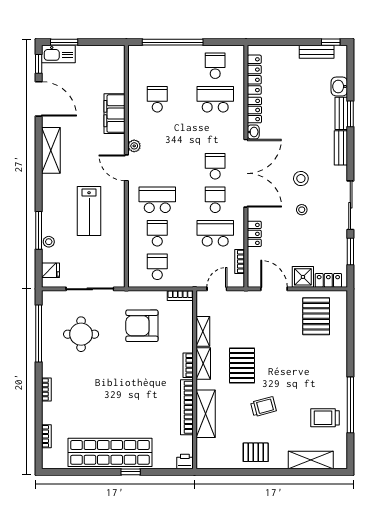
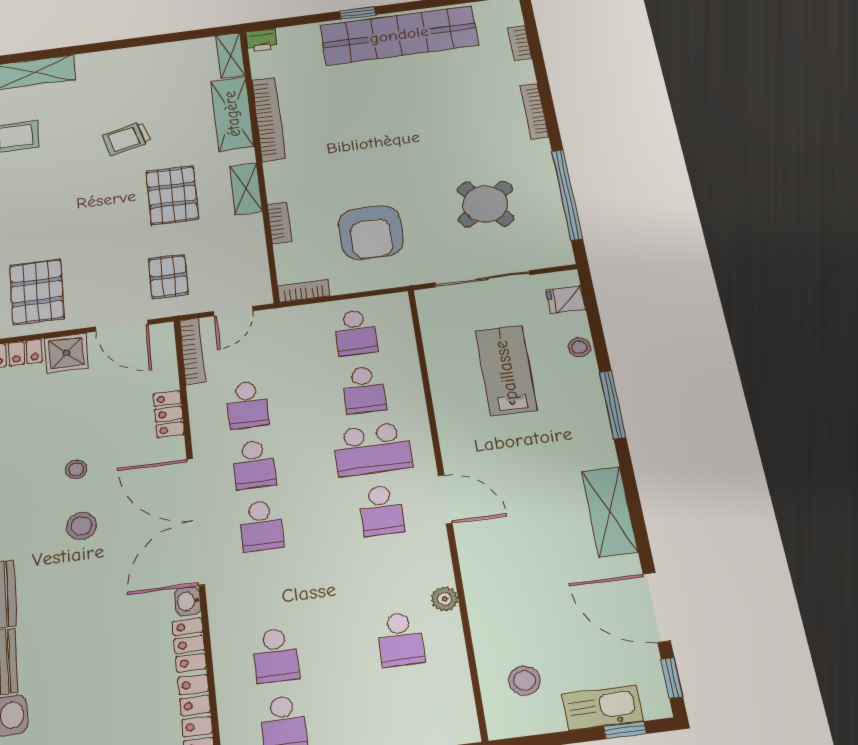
window: (64, 42) -> (625, 730), width x0.67
kitchen sink: (58, 54) -> (603, 708), moved
stool: (104, 72) -> (524, 680), added
school desk: (215, 99) -> (276, 655), width x0.54
filing cabinet: (115, 114) -> (488, 599), removed
plant: (134, 146) -> (445, 599), moved
school desk: (157, 166) -> (381, 510), added
lab bench: (89, 211) -> (506, 370), moved
window: (39, 230) -> (613, 405), moved
school desk: (215, 233) -> (247, 405), width x0.54
bookcase: (240, 261) -> (192, 351), width x1.56
armchair: (142, 326) -> (371, 232), turned 90
shelving: (203, 331) -> (231, 55), moved
round table: (81, 334) -> (486, 204), turned -38
bookcase: (188, 365) -> (279, 223), moved
bookcase: (46, 389) -> (534, 111), width x1.56
pallet: (256, 452) -> (168, 276), moved, turned 90

